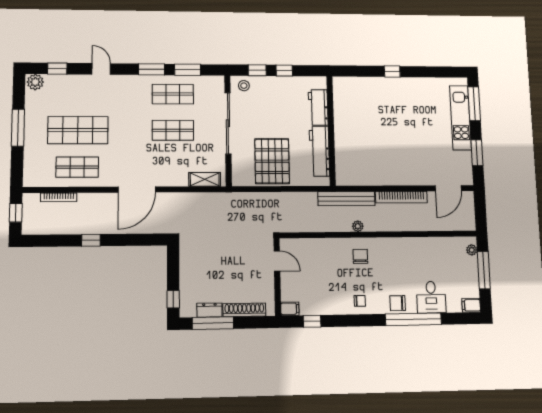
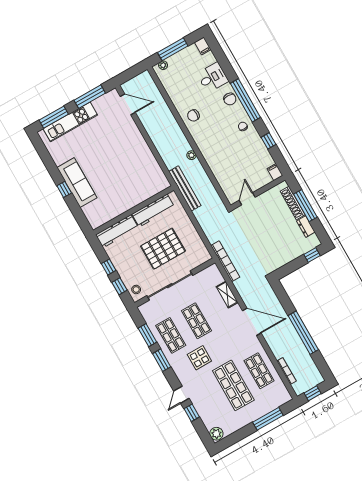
window: (57, 69) -> (192, 413), moved
sofa: (392, 89) -> (77, 183), added
workbench: (318, 107) -> (117, 231), width x1.38
display table: (130, 111) -> (199, 358), added
window: (18, 128) -> (268, 419), moved
window: (477, 153) -> (90, 97), width x1.44
pallet: (272, 161) -> (163, 249), moved
shelving: (205, 179) -> (227, 295), moved
bookcase: (401, 197) -> (225, 261), moved
bench: (346, 199) -> (185, 188), moved
window: (91, 240) -> (303, 333), width x3.17
chair: (360, 256) -> (193, 115), moved
window: (413, 319) -> (245, 100), moved
window: (312, 321) -> (268, 141), moved
window: (213, 323) -> (305, 206), moved

